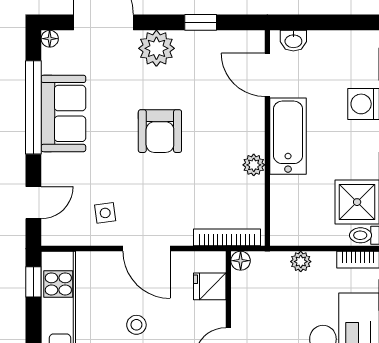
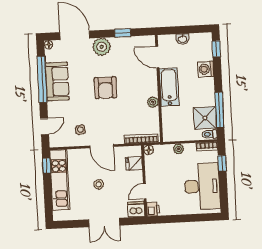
washbasin: (293, 41) -> (183, 39), moved

